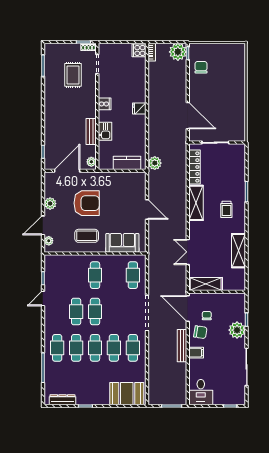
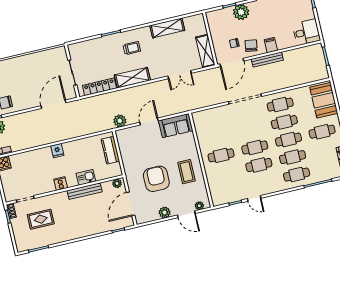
bench: (91, 132) -> (85, 191), width x1.36
plant: (155, 163) -> (120, 121), moved
door: (67, 171) -> (131, 204), hinge flipped
sofa: (122, 243) -> (176, 126), moved, turned -90
cafe table: (133, 275) -> (322, 132), moved

